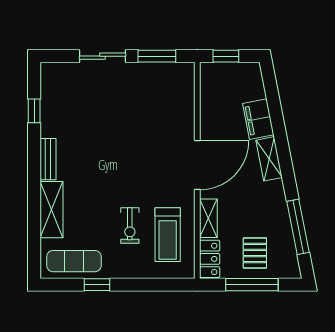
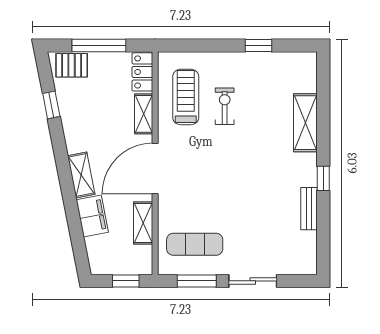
window: (34, 111) -> (323, 178), moved
shelving: (209, 112) -> (143, 223), added
bench: (48, 159) -> (309, 209), moved
window: (298, 227) -> (51, 105), width x0.46
pallet: (255, 253) -> (72, 65), moved, turned 90
exercise mat: (74, 261) -> (195, 244), moved

